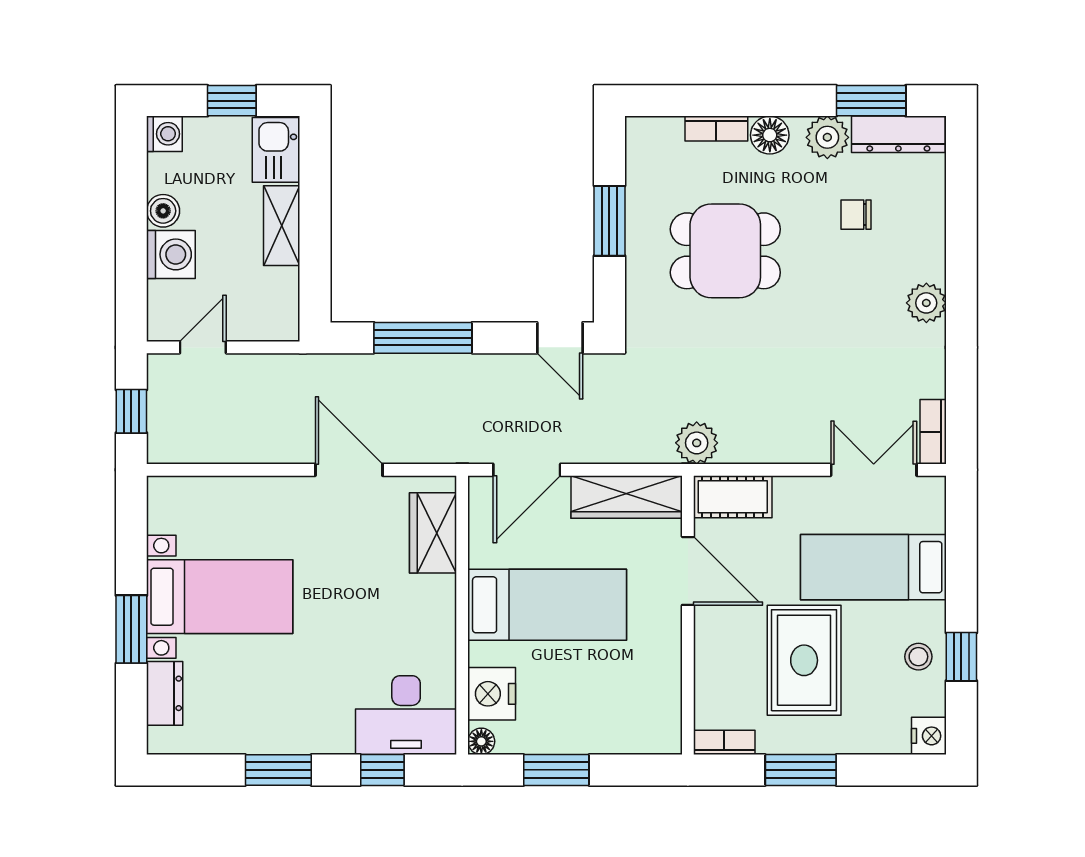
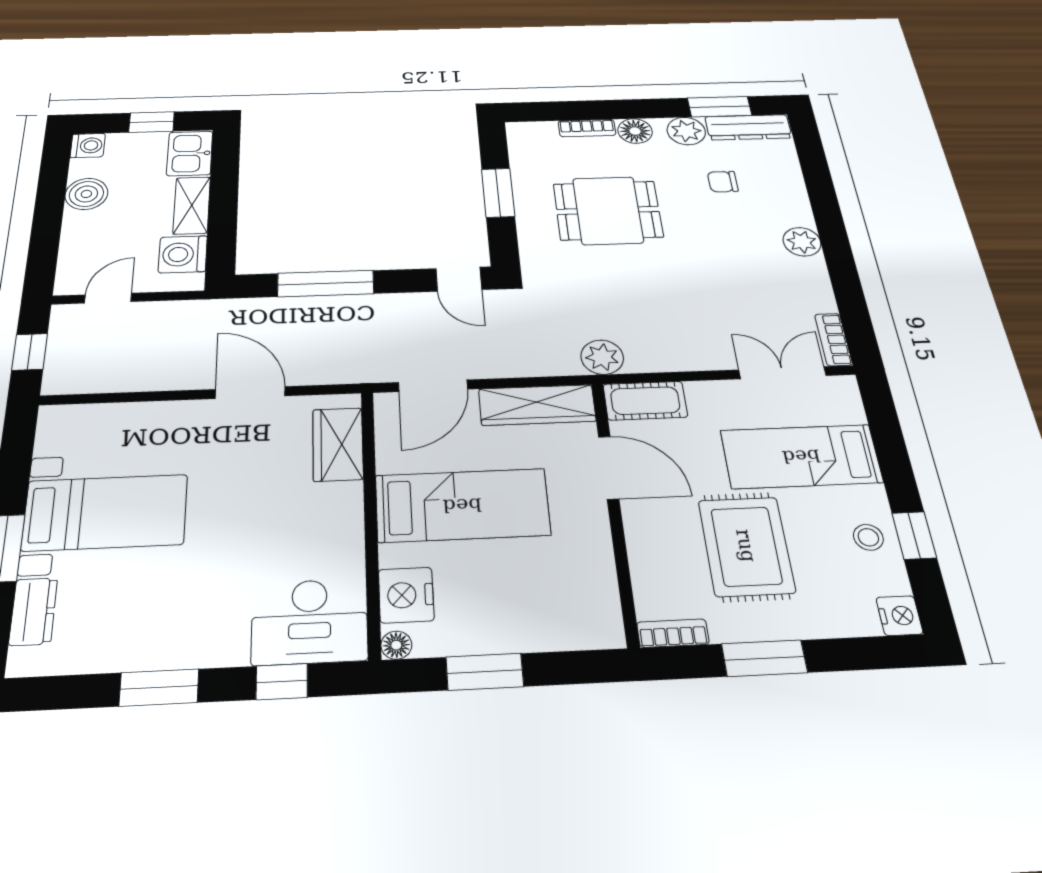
boiler: (163, 211) -> (86, 194), width x1.36, depth x1.36
washing machine: (171, 254) -> (183, 254), moved, turned 180

